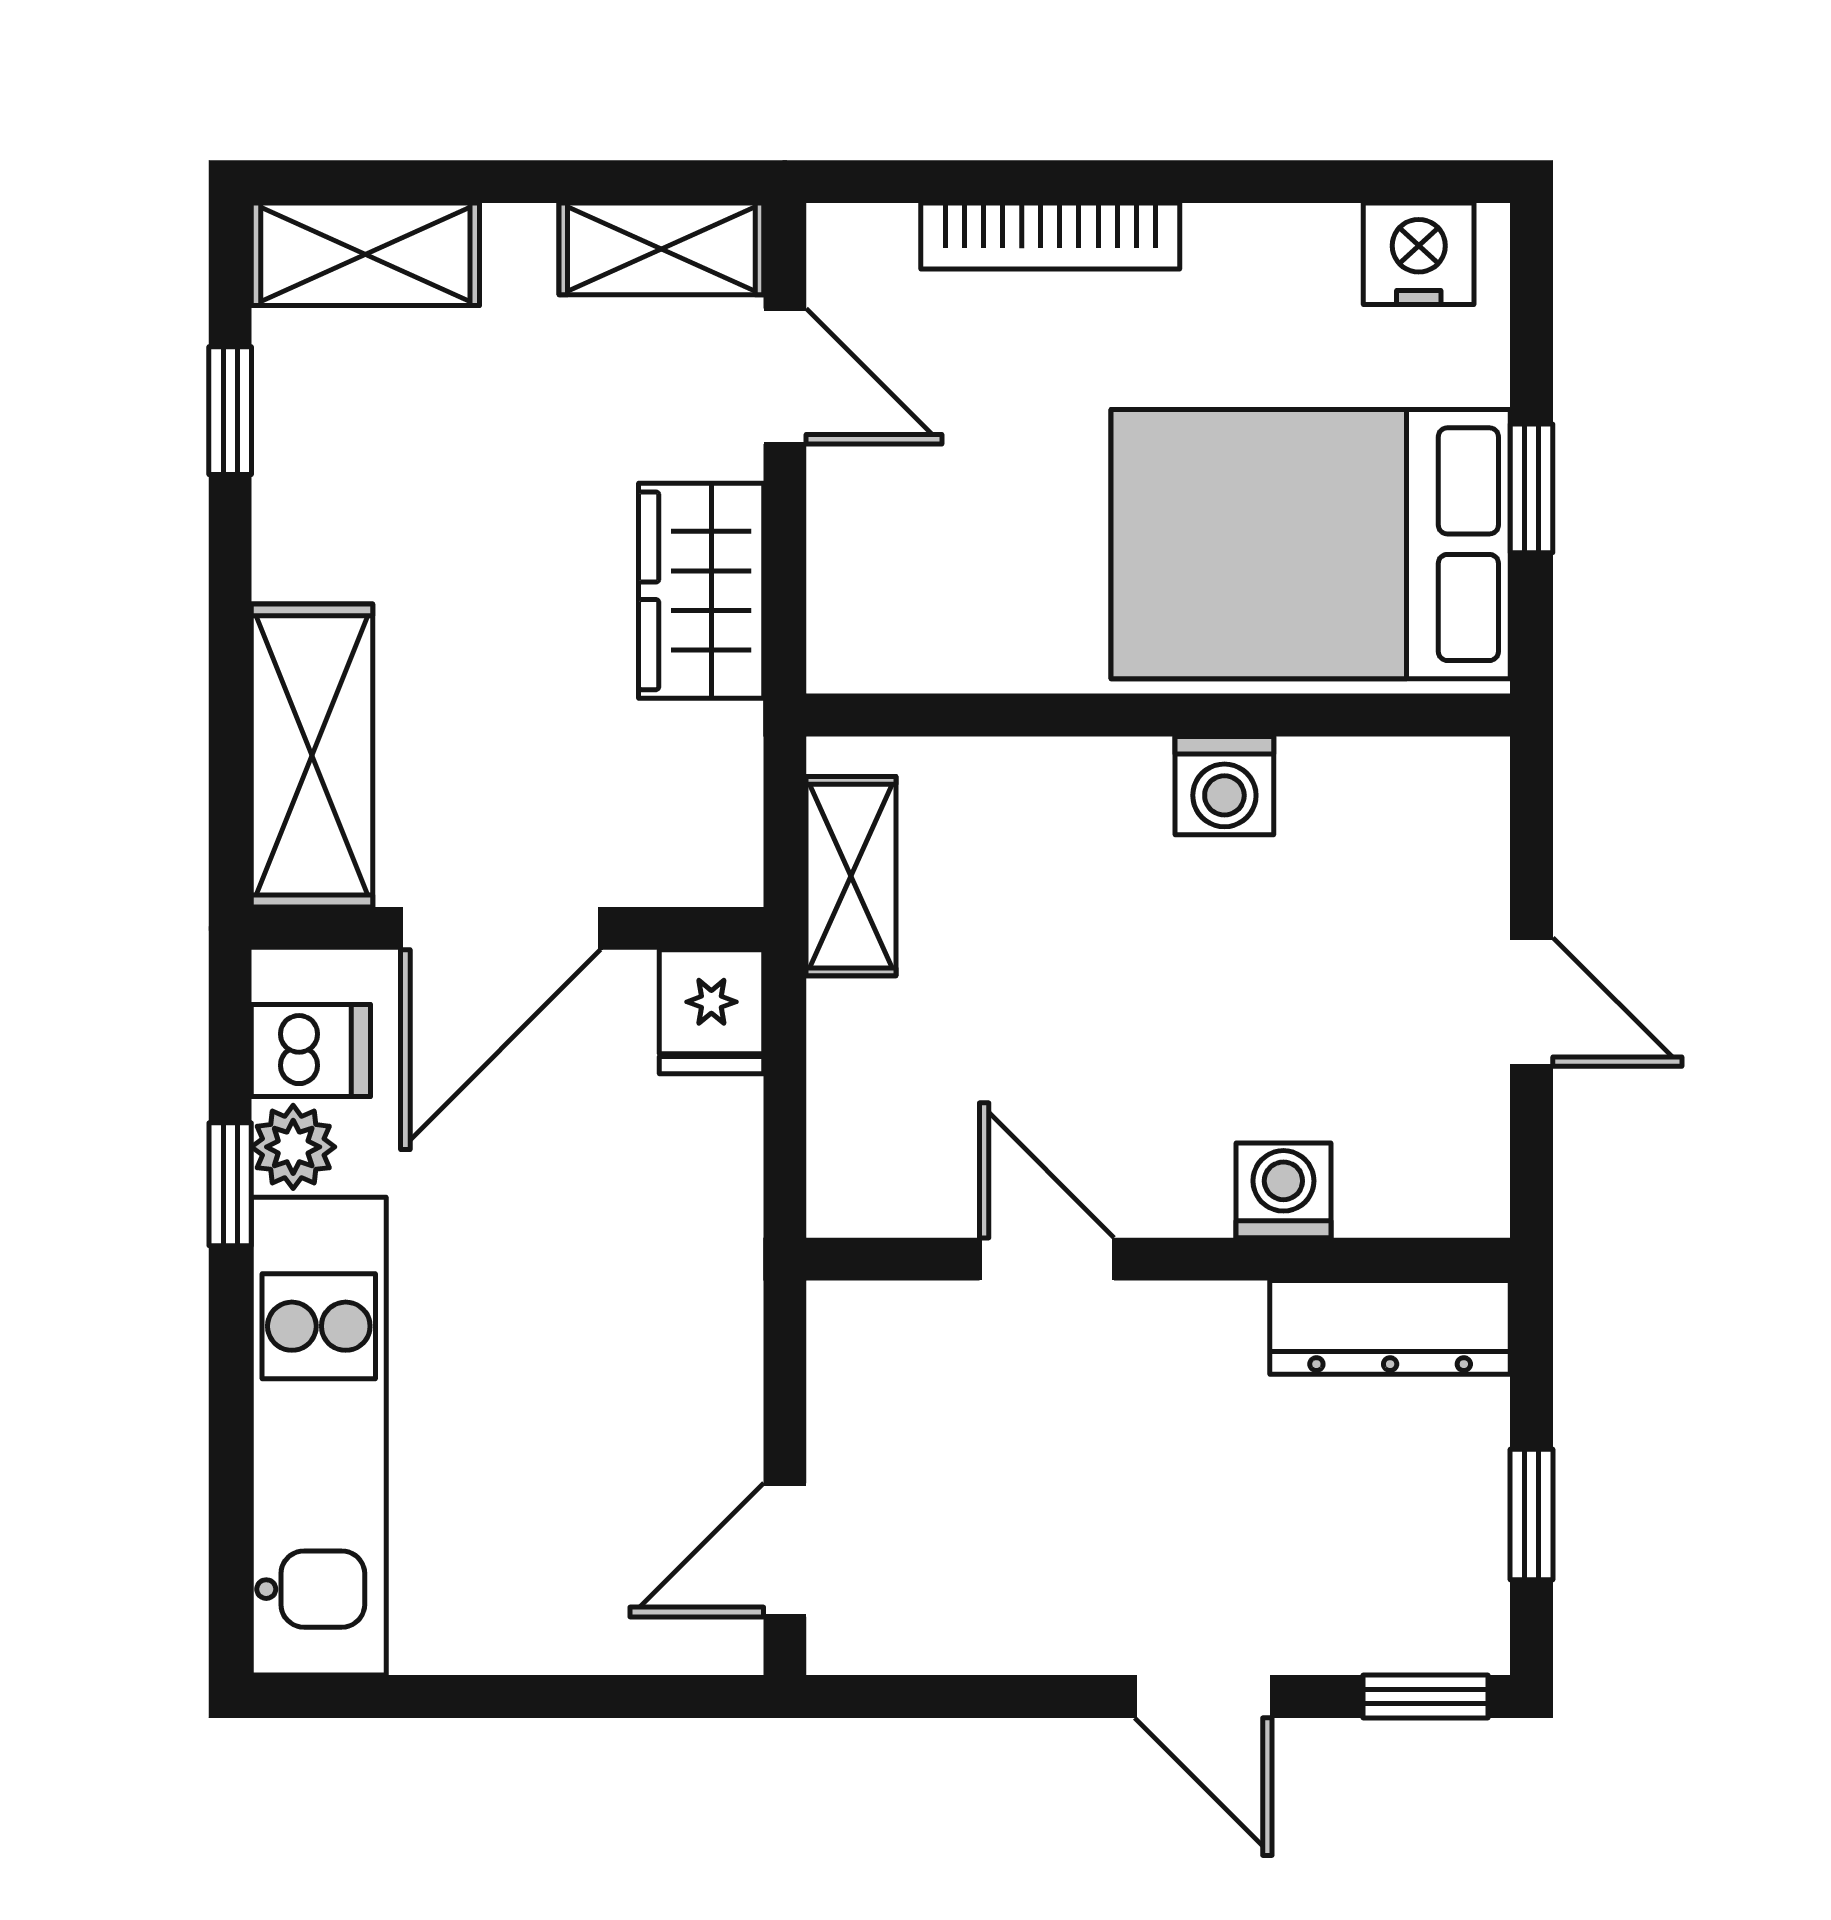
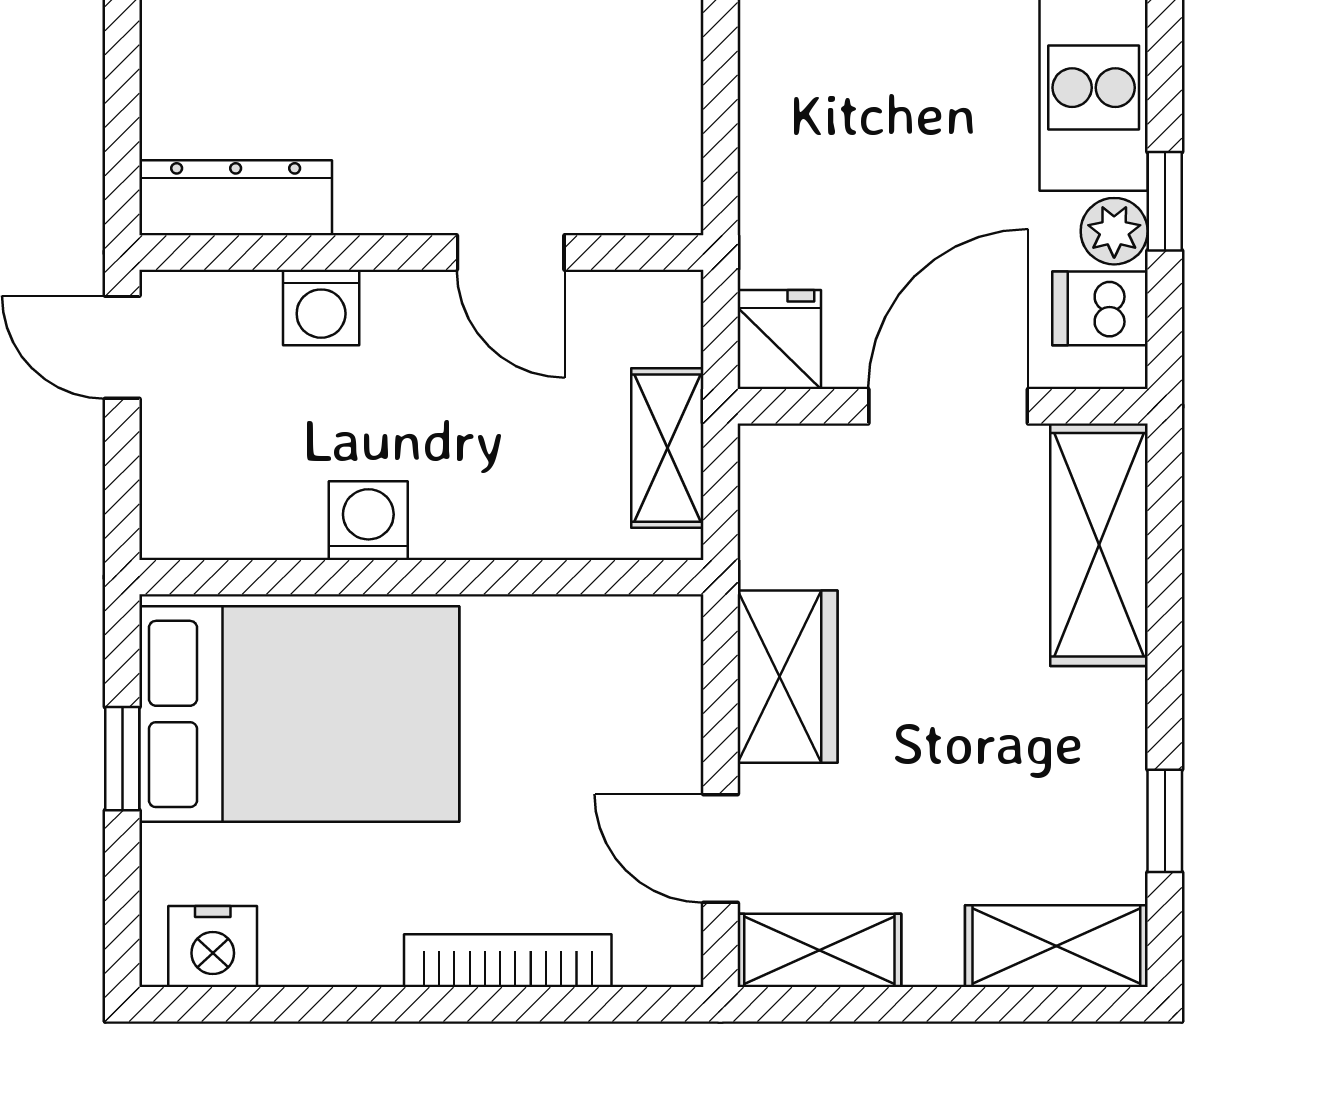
washing machine: (1283, 1190) -> (321, 308), moved
door: (1047, 1259) -> (511, 252), moved
wall: (1158, 1259) -> (421, 252), moved
dresser: (1390, 1327) -> (236, 198), moved

